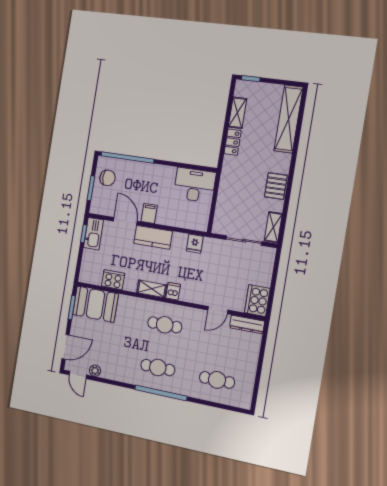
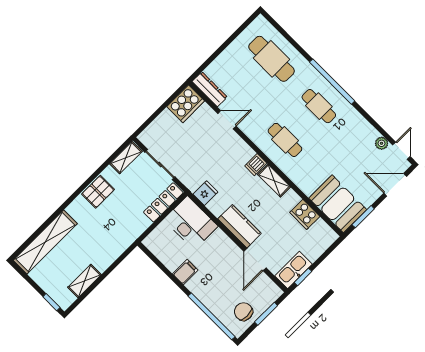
locker: (233, 142) -> (163, 202), moved, width x1.53
desk: (195, 185) -> (191, 223), moved, turned 180
filing cabinet: (149, 213) -> (185, 272), moved, turned 180
cafe table: (217, 380) -> (272, 59), width x1.37, depth x1.35

